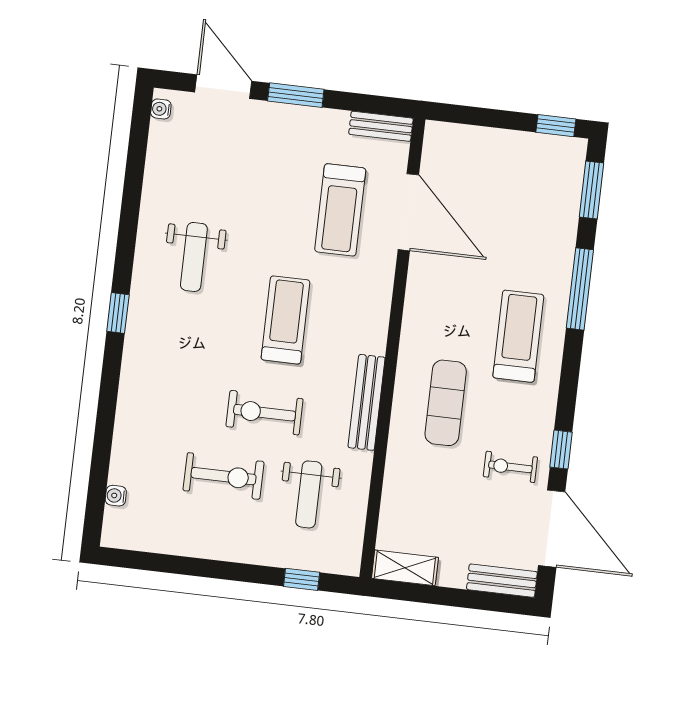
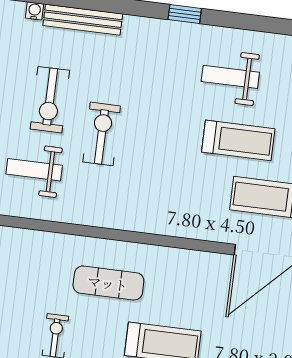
treadmill: (286, 320) -> (238, 140), moved
bench: (367, 402) -> (83, 20), moved

